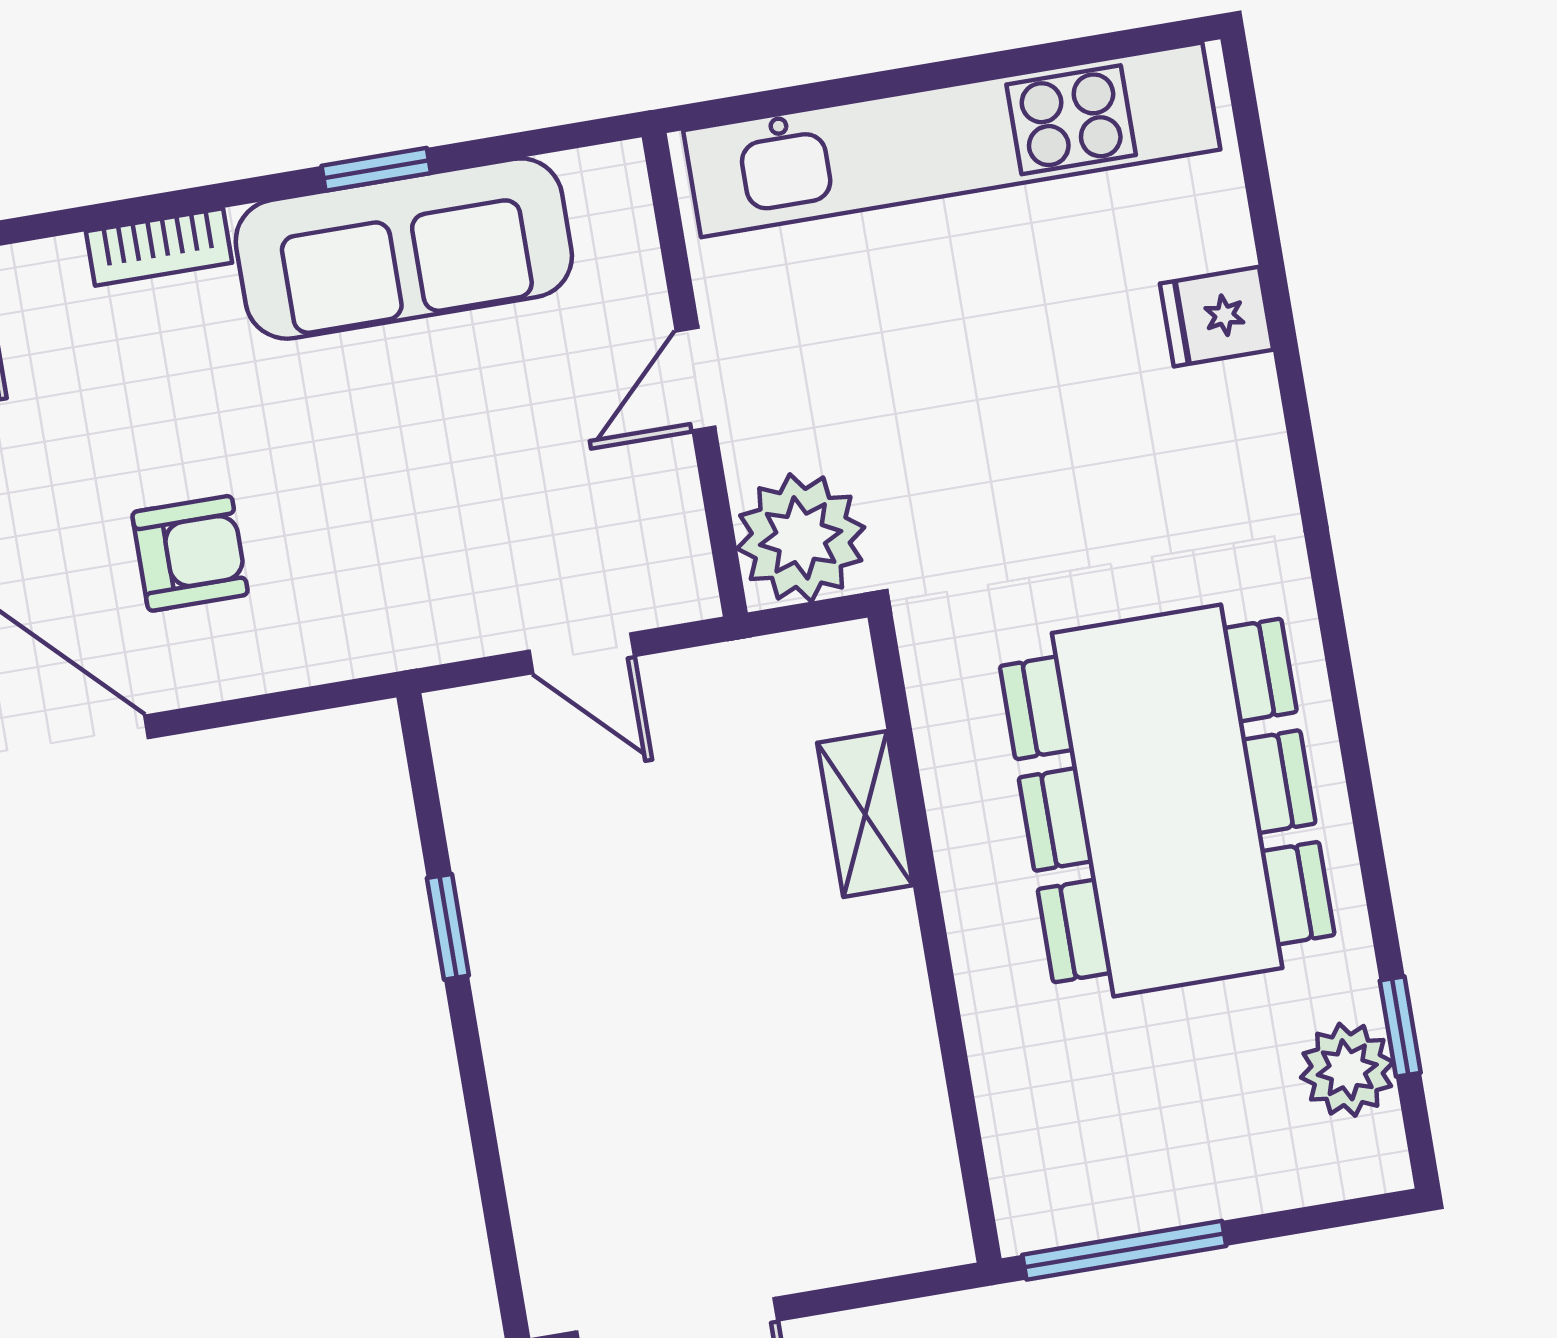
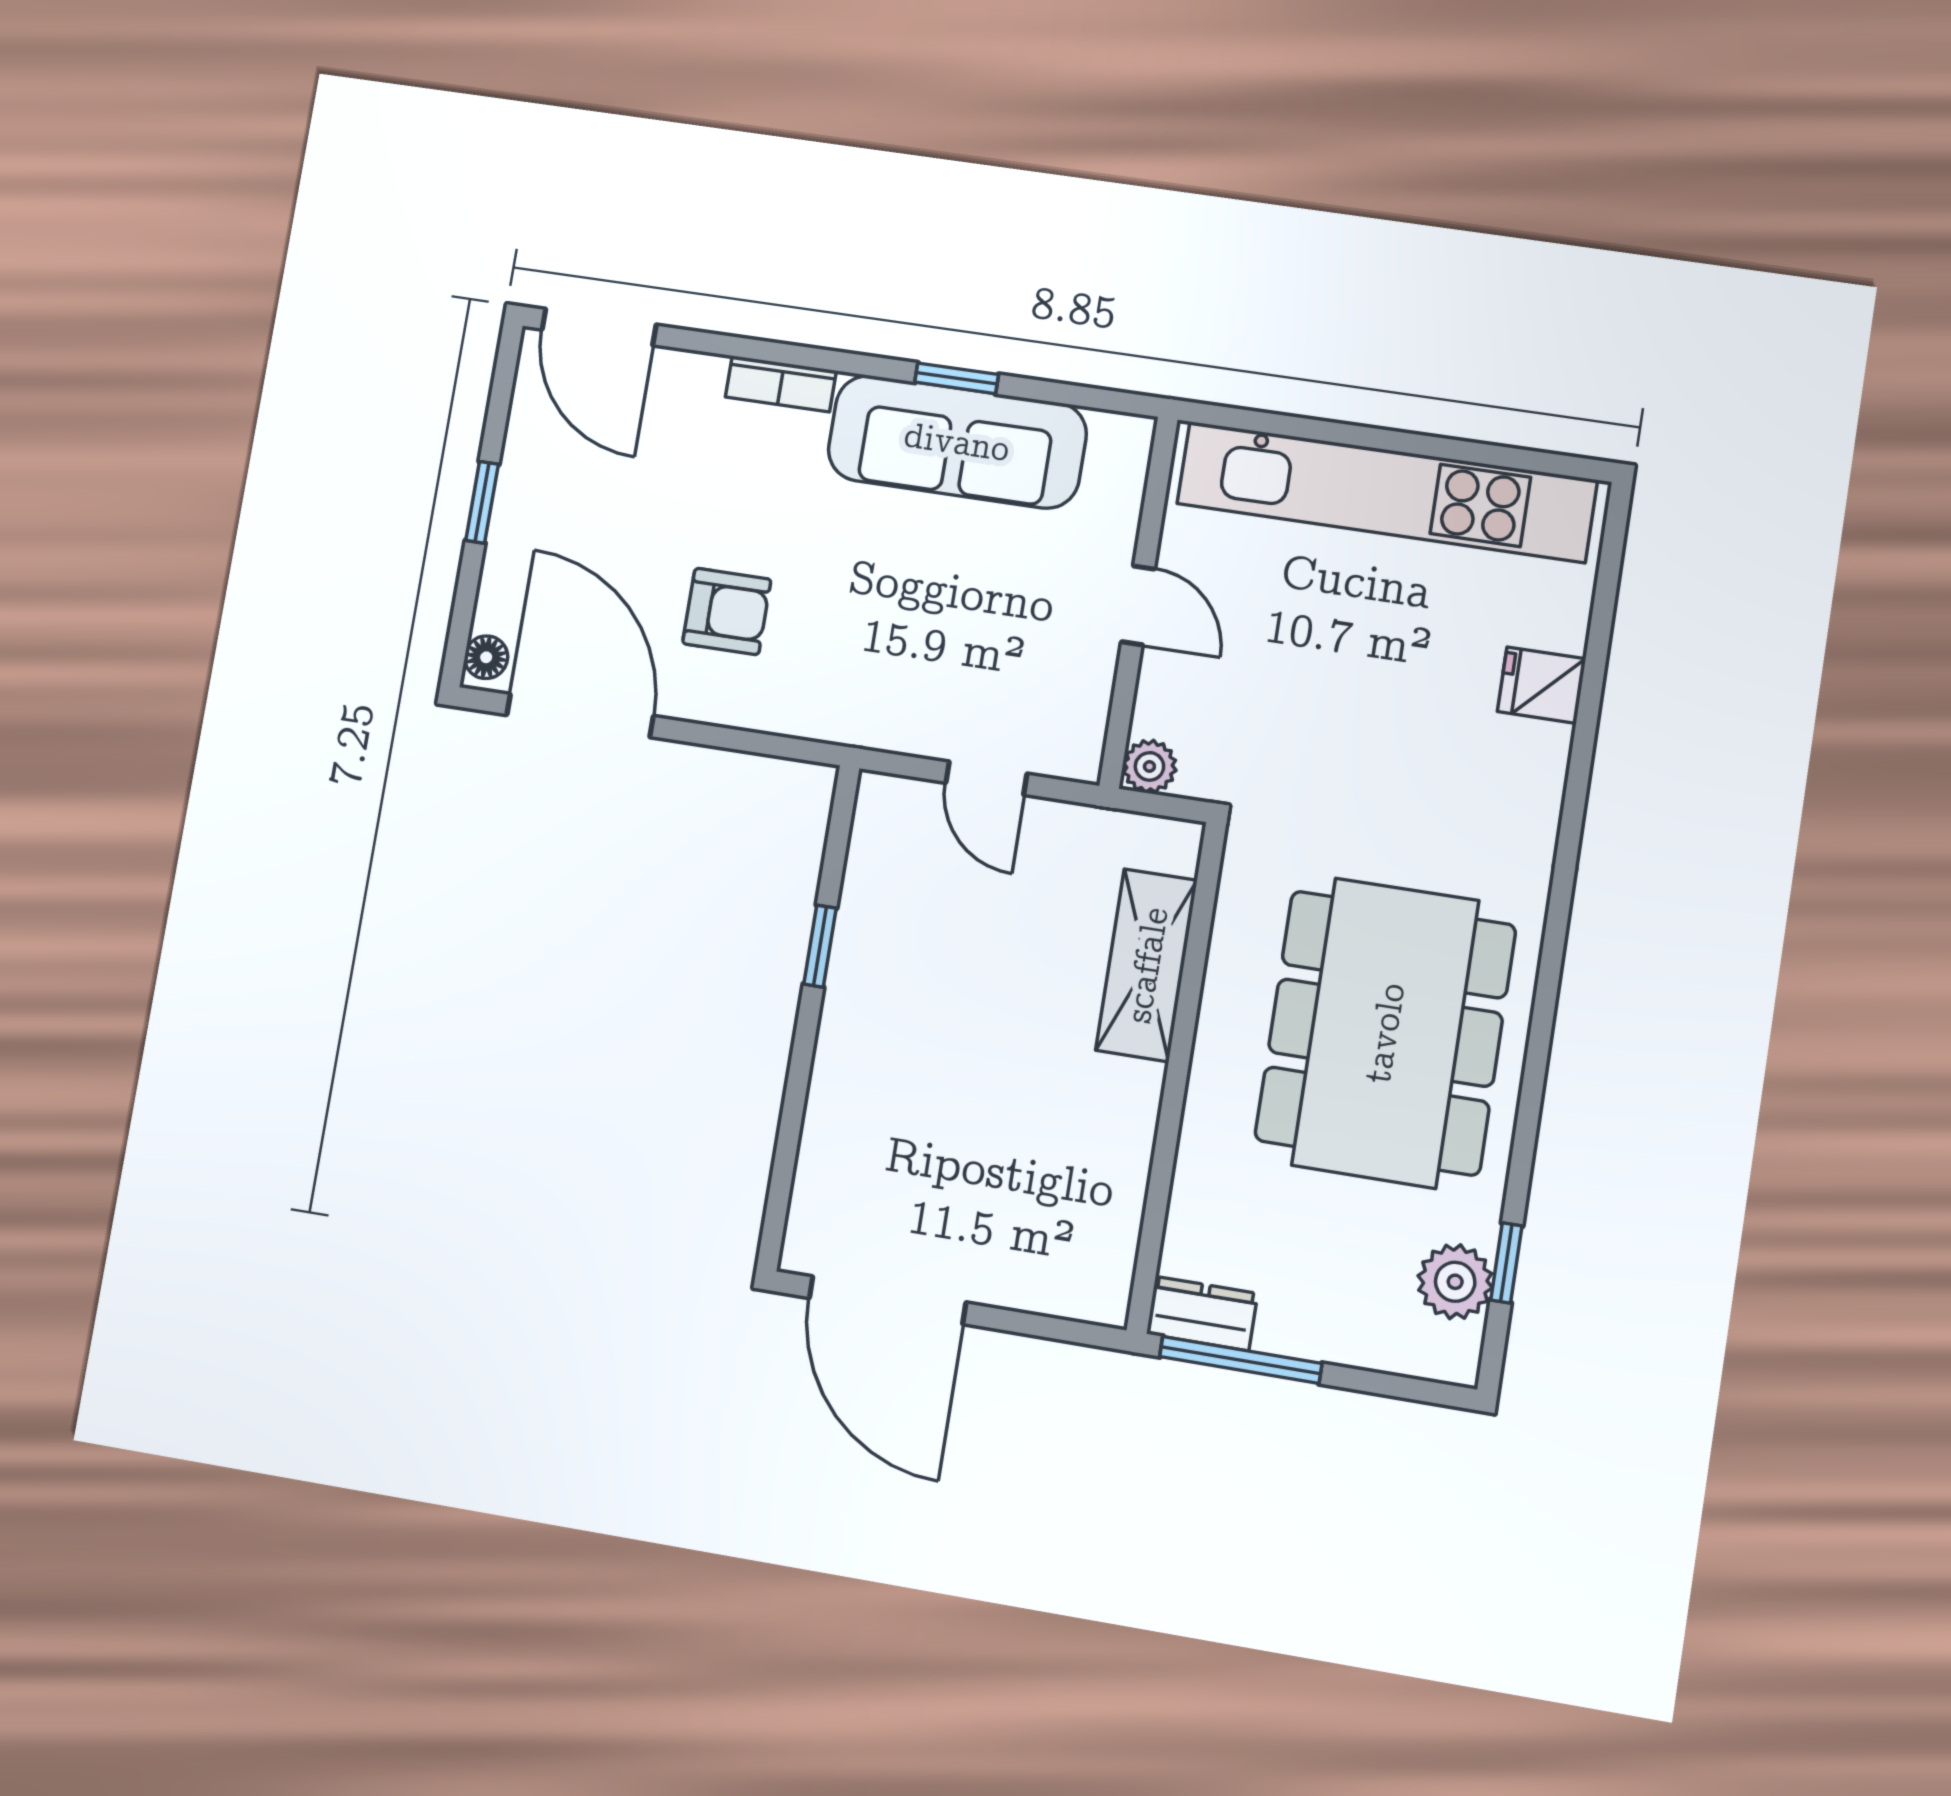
door: (695, 379) -> (1138, 605), swing flipped
plant: (801, 538) -> (1149, 766), width x0.53, depth x0.53
shelving: (865, 814) -> (1147, 965), width x1.50, depth x1.33
dresser: (1060, 1211) -> (1202, 1314), added

